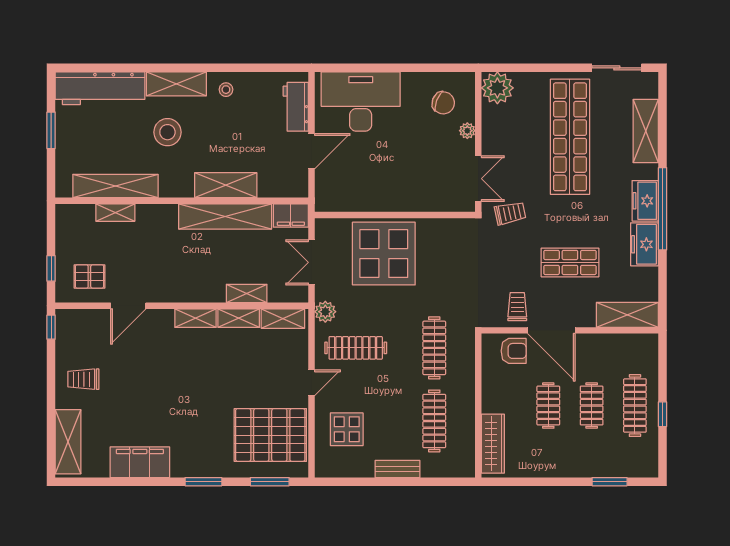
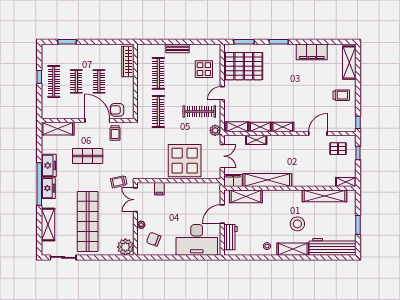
shelving: (226, 185) -> (246, 196), moved
filing cabinet: (432, 200) -> (159, 189), added
shelving: (115, 213) -> (346, 182), moved

